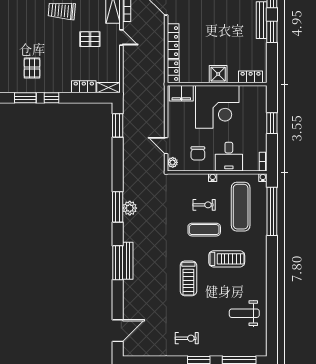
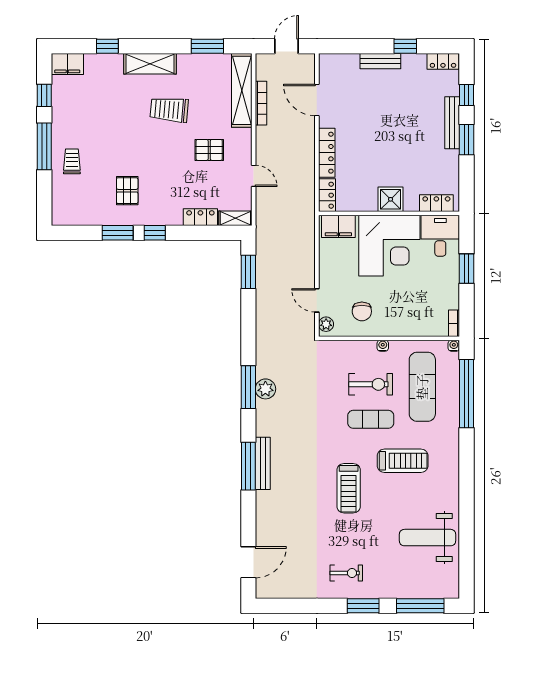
door: (121, 37) -> (254, 176), moved
desk: (229, 157) -> (440, 236), moved, turned 180
exercise bike: (204, 205) -> (371, 384), width x1.38, depth x1.39
weight bench: (244, 313) -> (428, 538), width x1.36, depth x1.33

